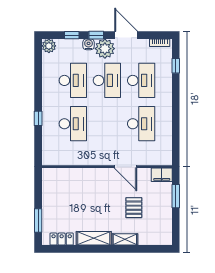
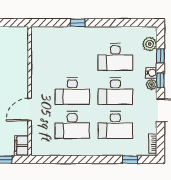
plant: (49, 46) -> (150, 44), moved
plant: (105, 49) -> (152, 84), width x0.53, depth x0.53
desk: (73, 124) -> (72, 91), moved

